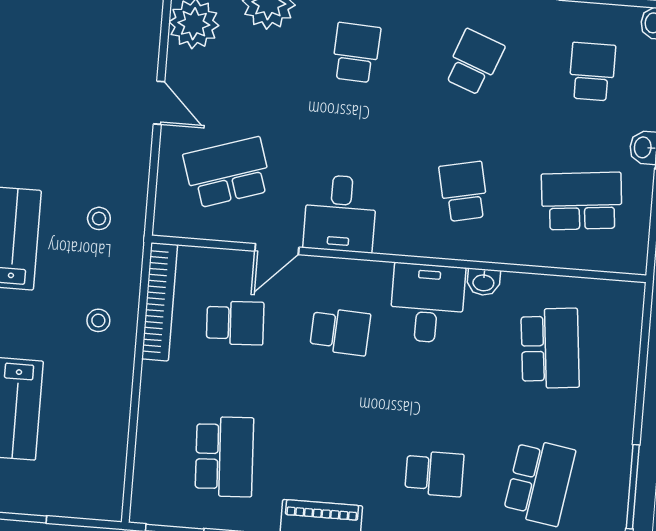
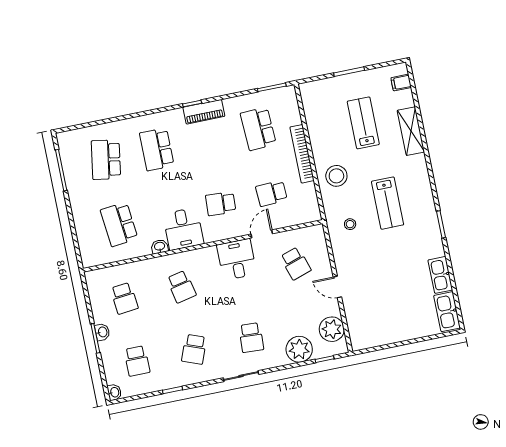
school desk: (227, 172) -> (296, 263), width x0.54
school desk: (582, 201) -> (124, 298), width x0.54
bookcase: (160, 302) -> (302, 154), moved
stool: (98, 320) -> (336, 176), width x1.89, depth x1.89
school desk: (434, 474) -> (157, 149), width x1.85

